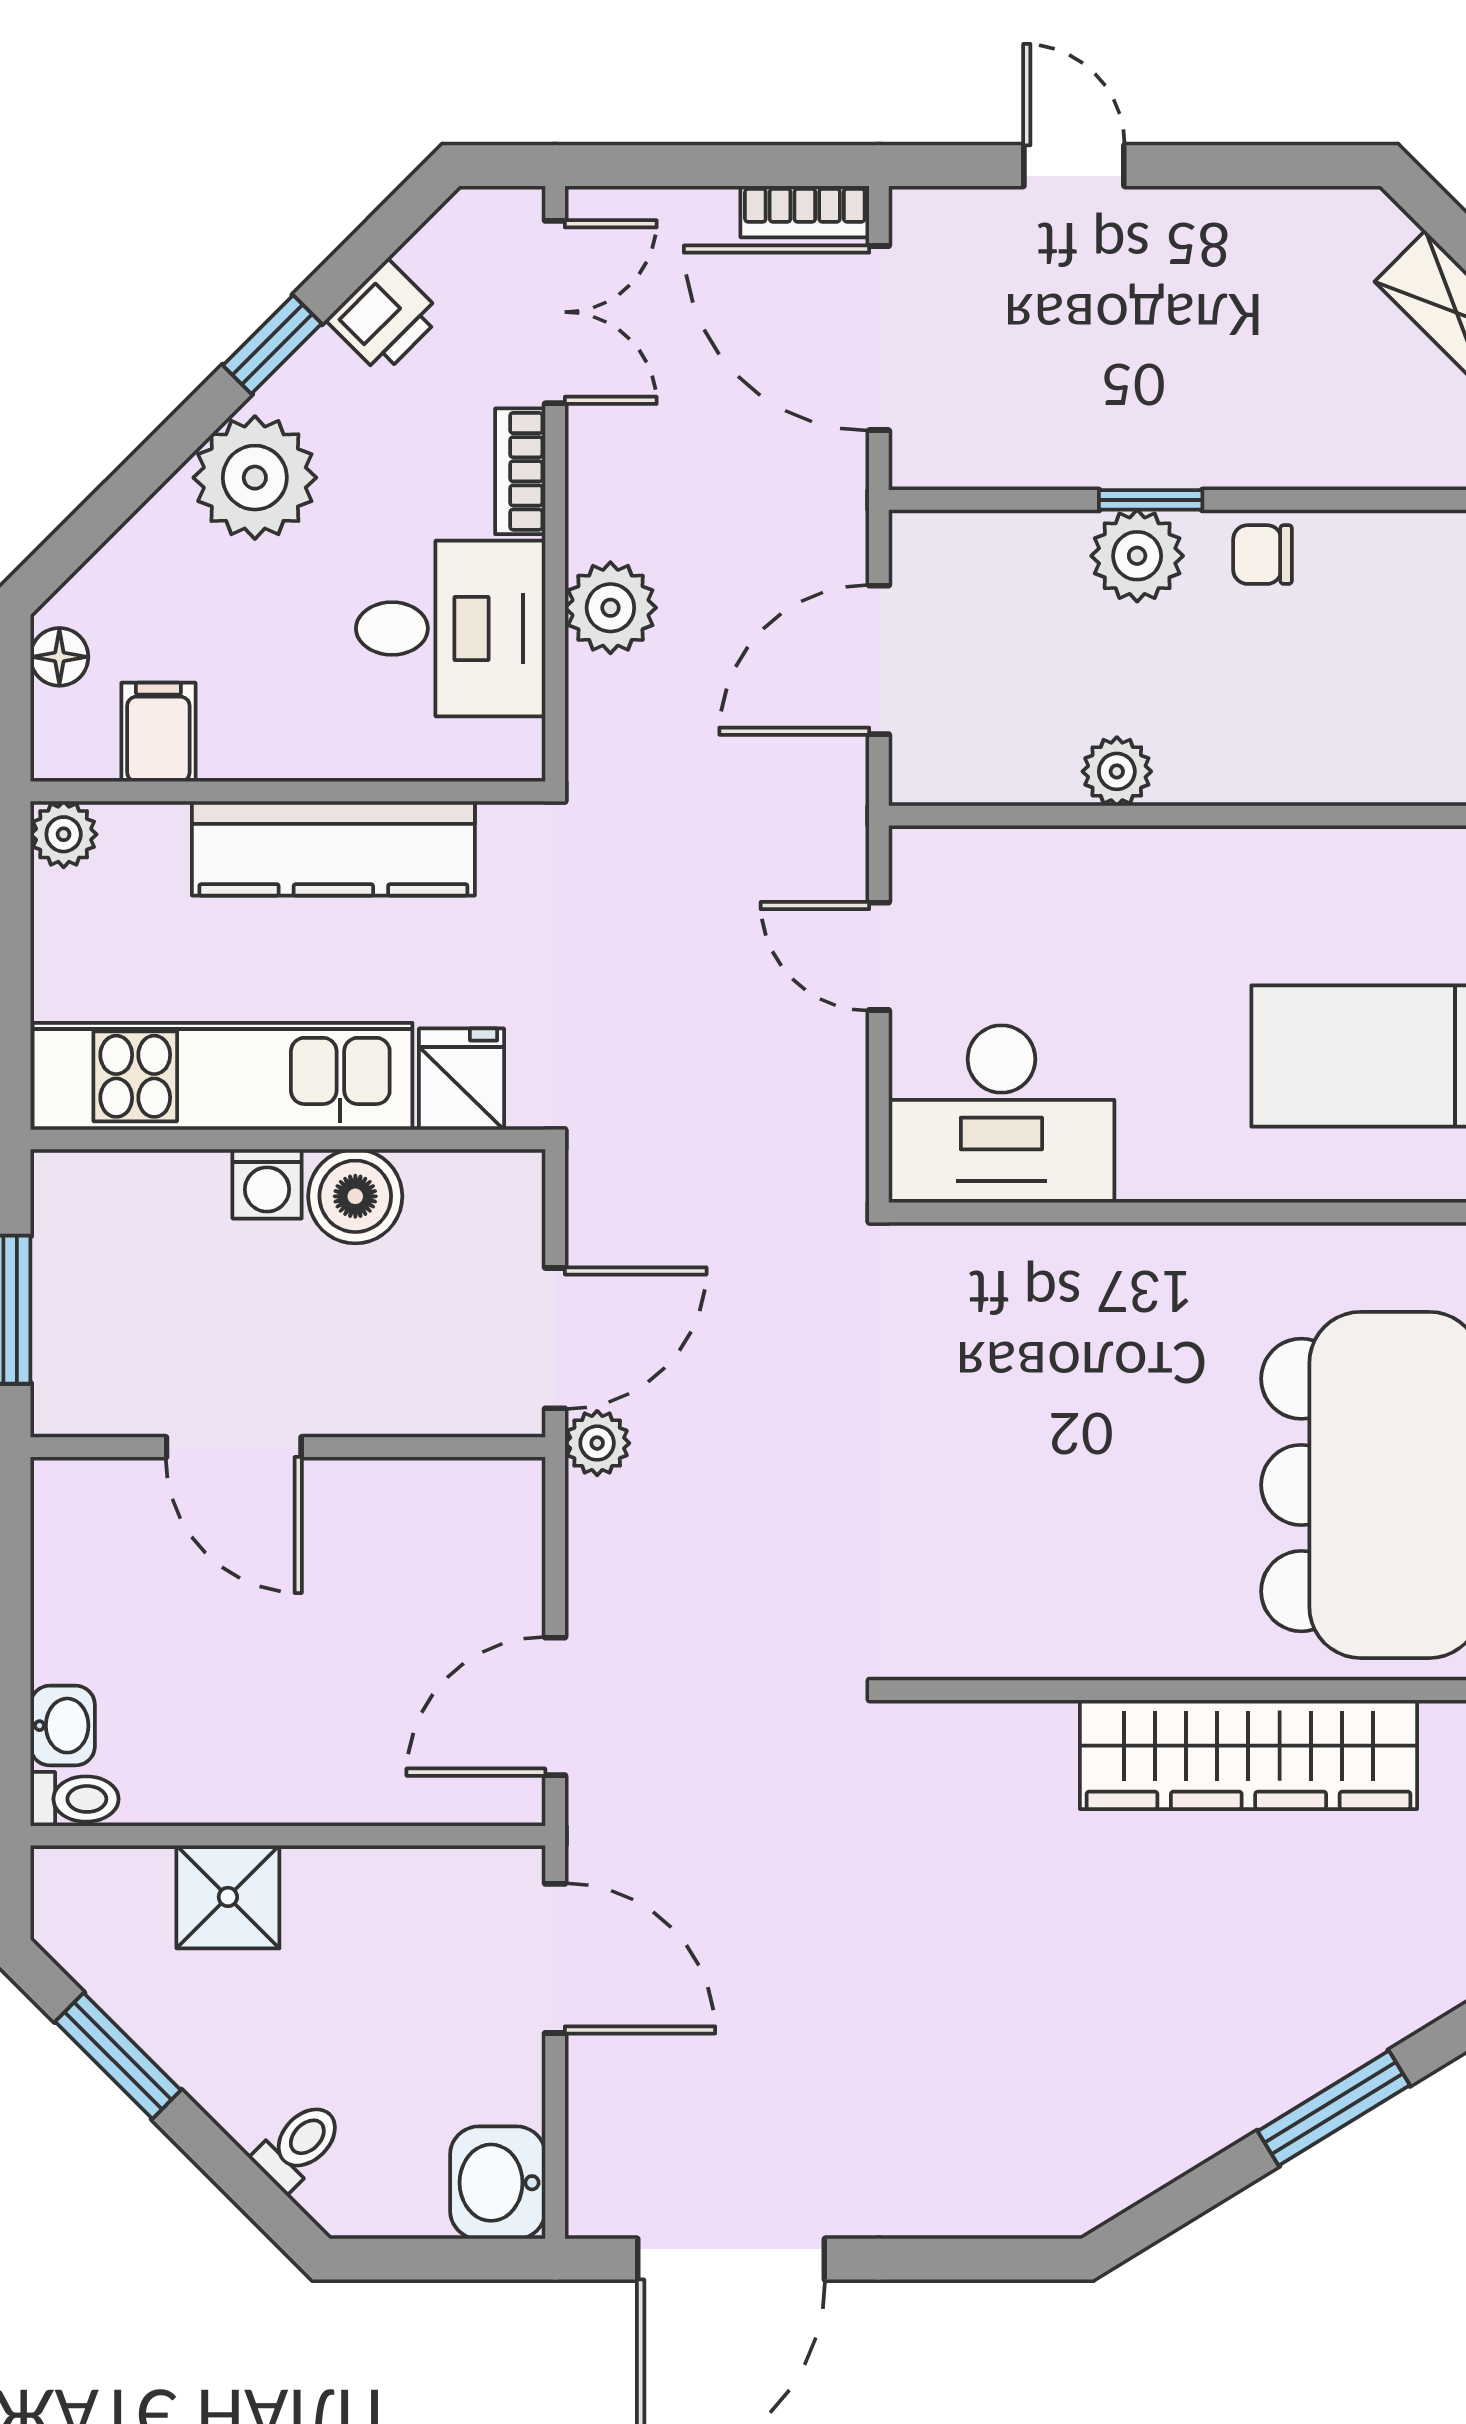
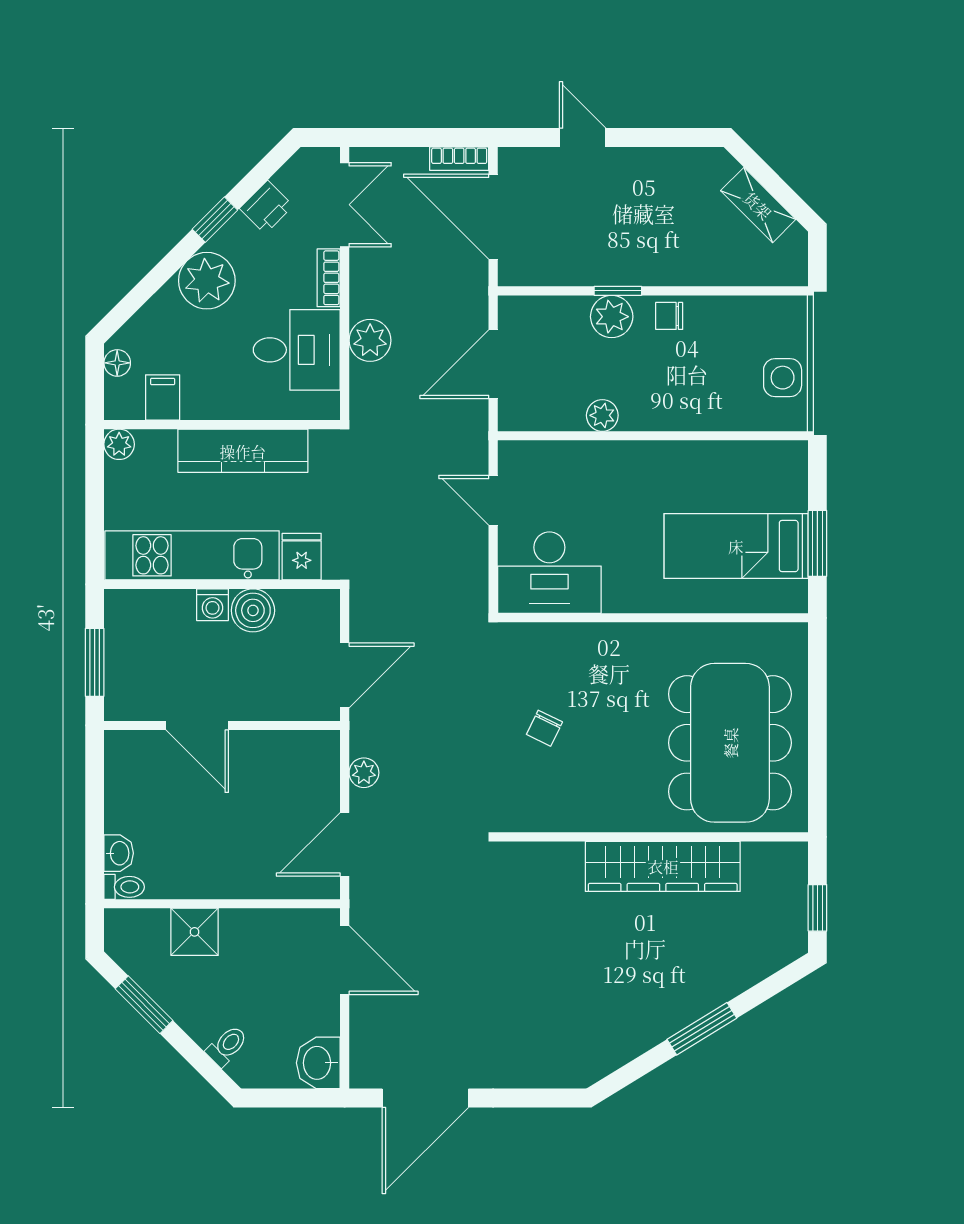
plant: (597, 1443) -> (364, 773), moved
chair: (991, 1453) -> (544, 728), added

